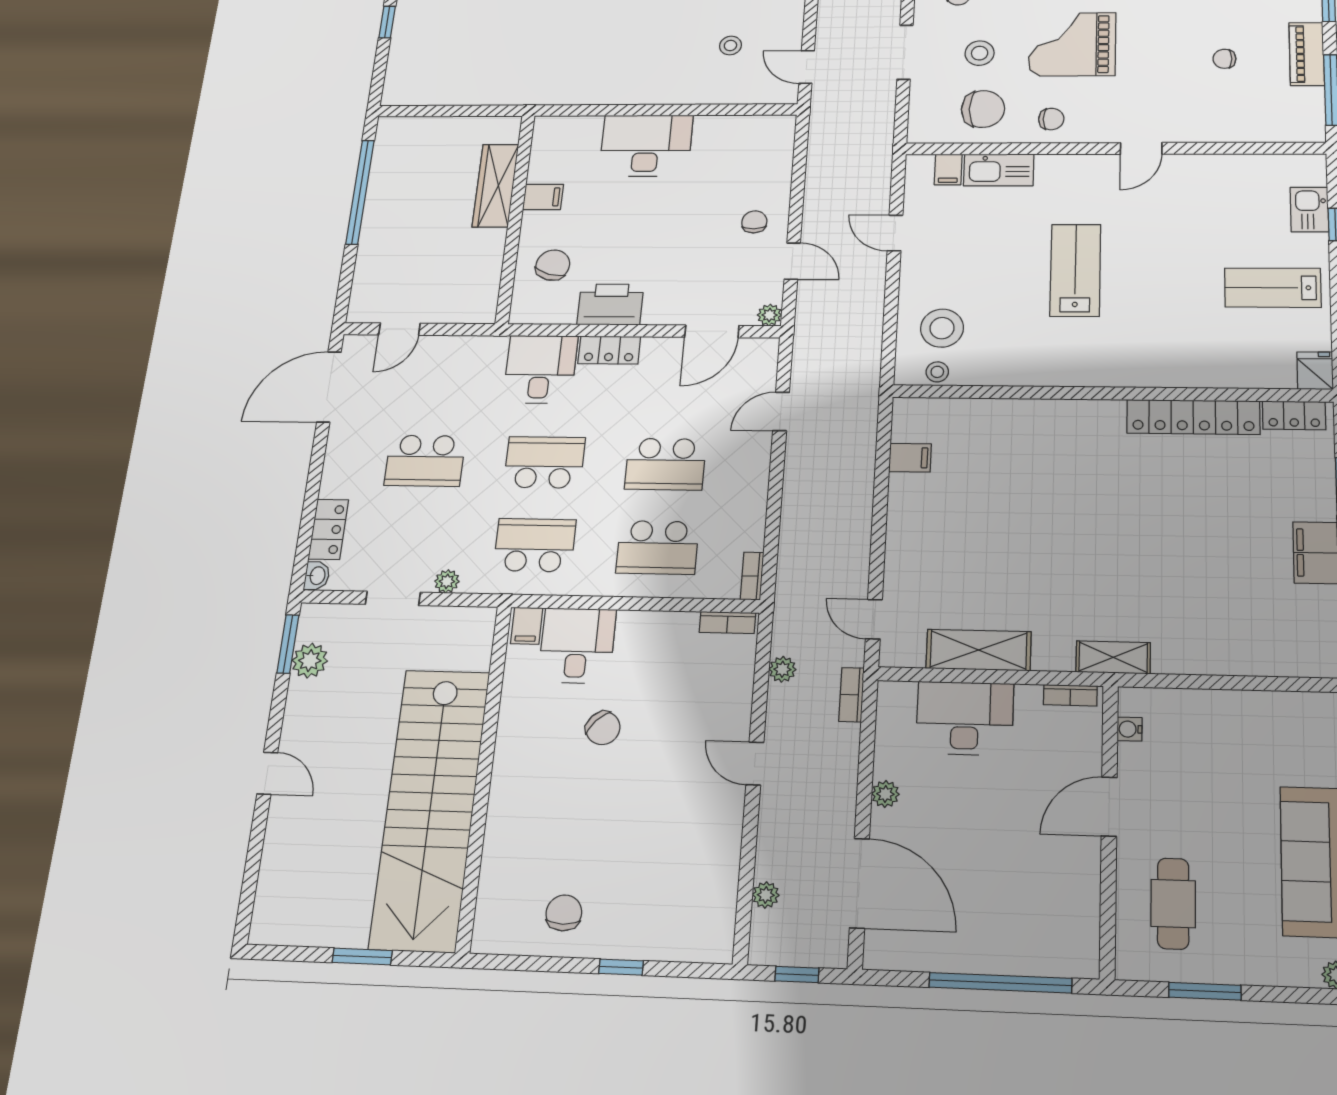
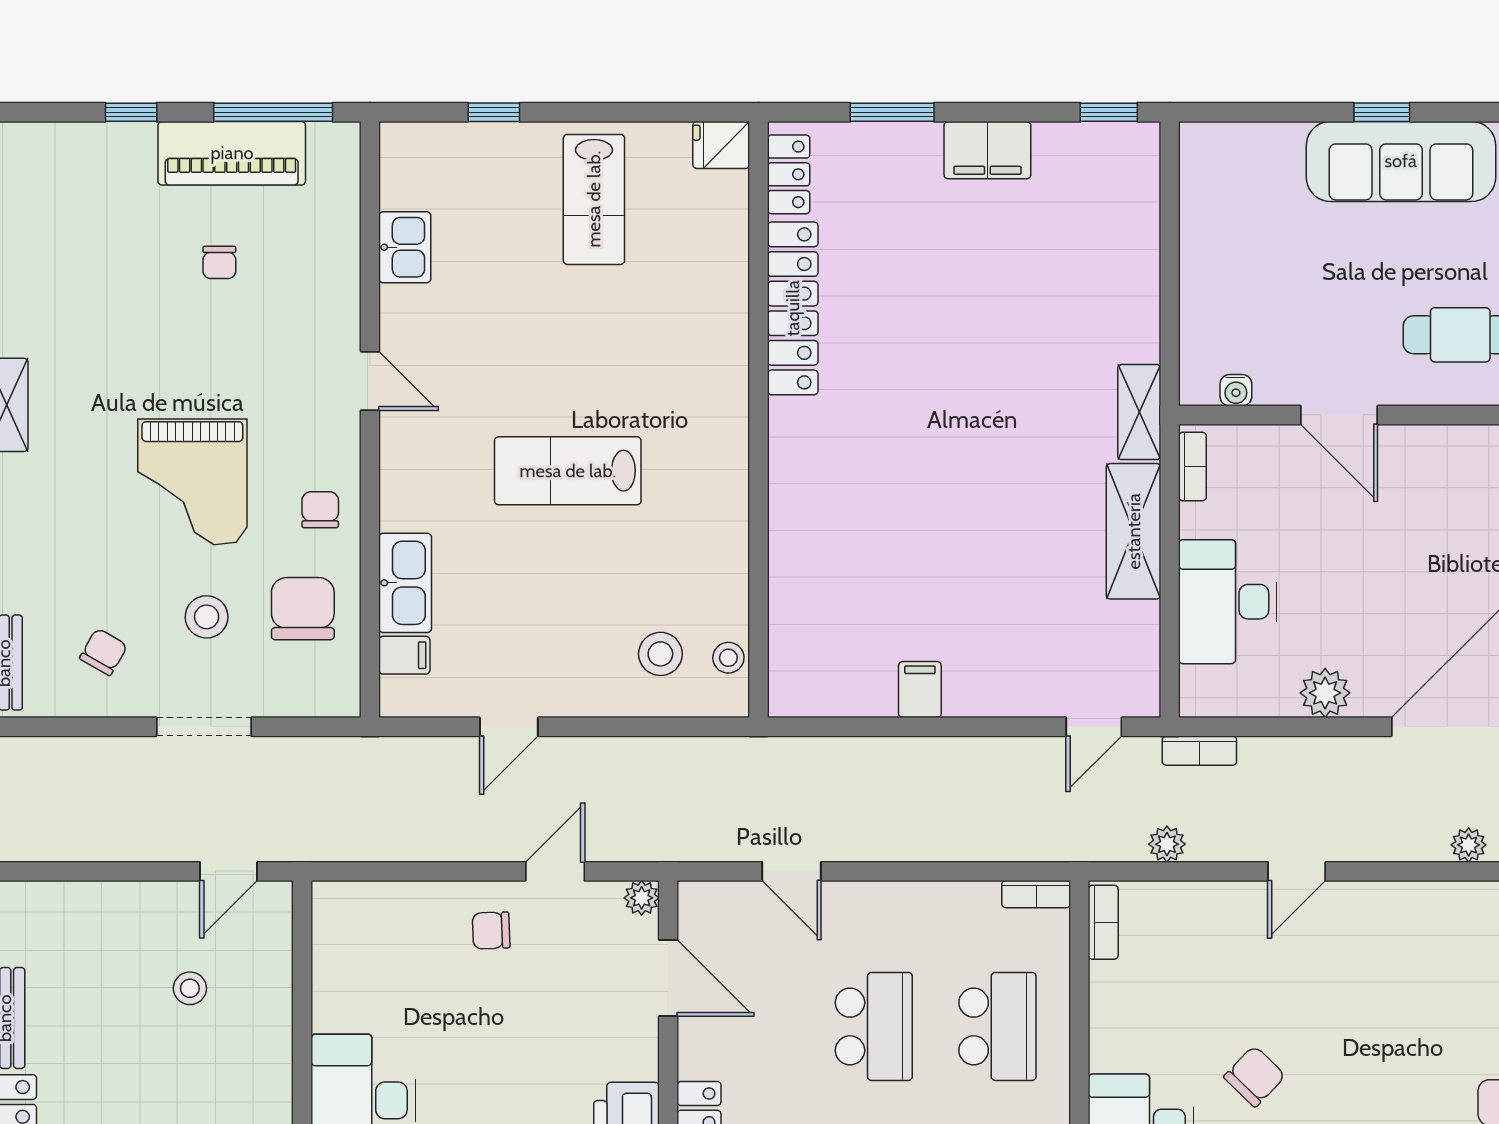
piano: (1307, 54) -> (232, 153), width x1.37, depth x1.33
kitchen sink: (1309, 210) -> (405, 247), moved, turned -90
stool: (942, 328) -> (660, 654), width x0.73, depth x0.73
filing cabinet: (910, 458) -> (920, 690), moved
shelving: (979, 650) -> (1134, 531), moved
plant: (885, 794) -> (1325, 693), width x1.38, depth x1.38

